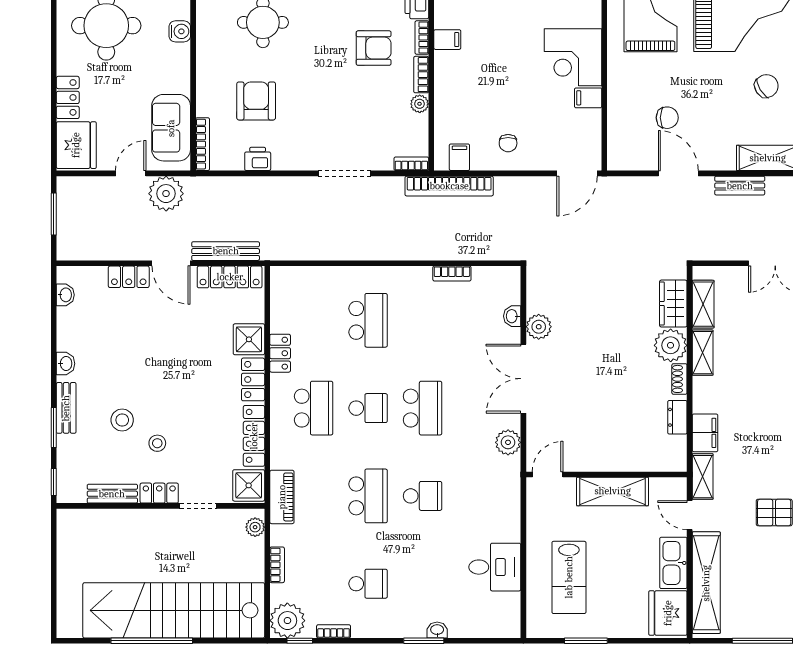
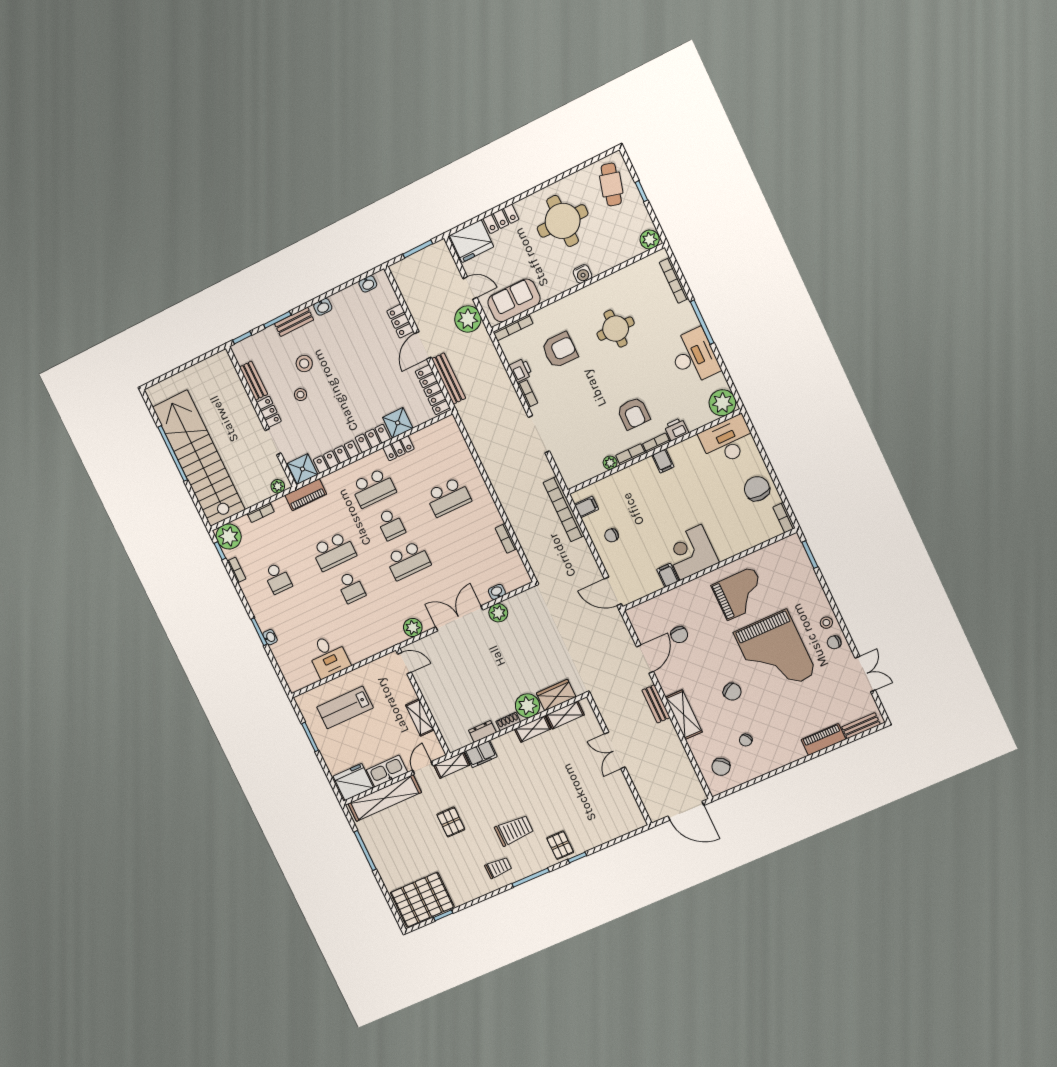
bookcase: (411, 164) -> (528, 394), moved
shelving: (613, 491) -> (420, 717), width x0.67, depth x0.75

